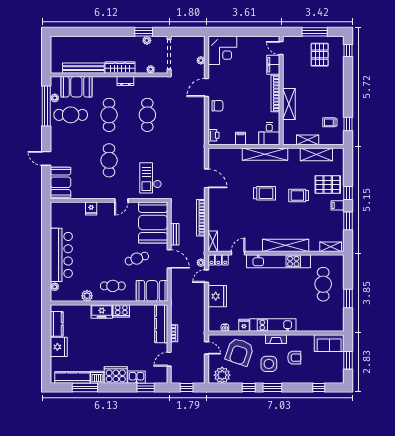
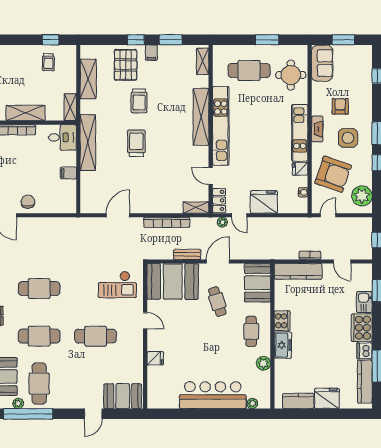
printer: (213, 135) -> (64, 207), removed
shelving: (308, 140) -> (70, 107), moved
round table: (319, 318) -> (291, 75), added

